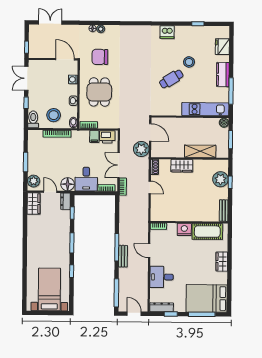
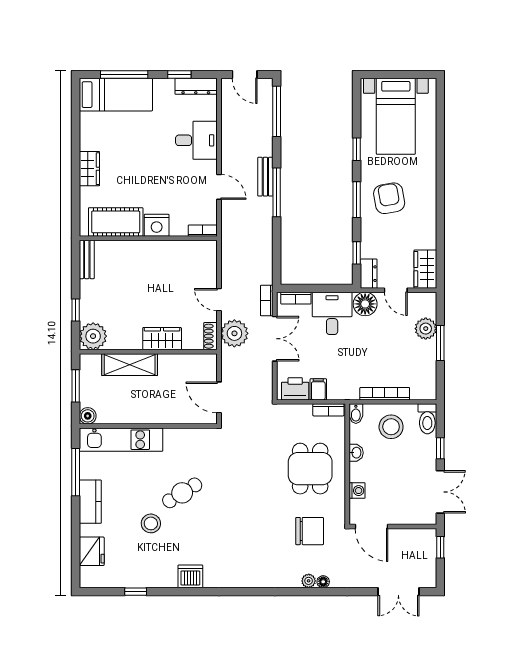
plant: (141, 149) -> (234, 333), moved
plant: (220, 179) -> (93, 336), moved
plant: (34, 181) -> (426, 329), moved
armchair: (54, 243) -> (389, 198), added
bed: (207, 298) -> (116, 95), width x0.67

